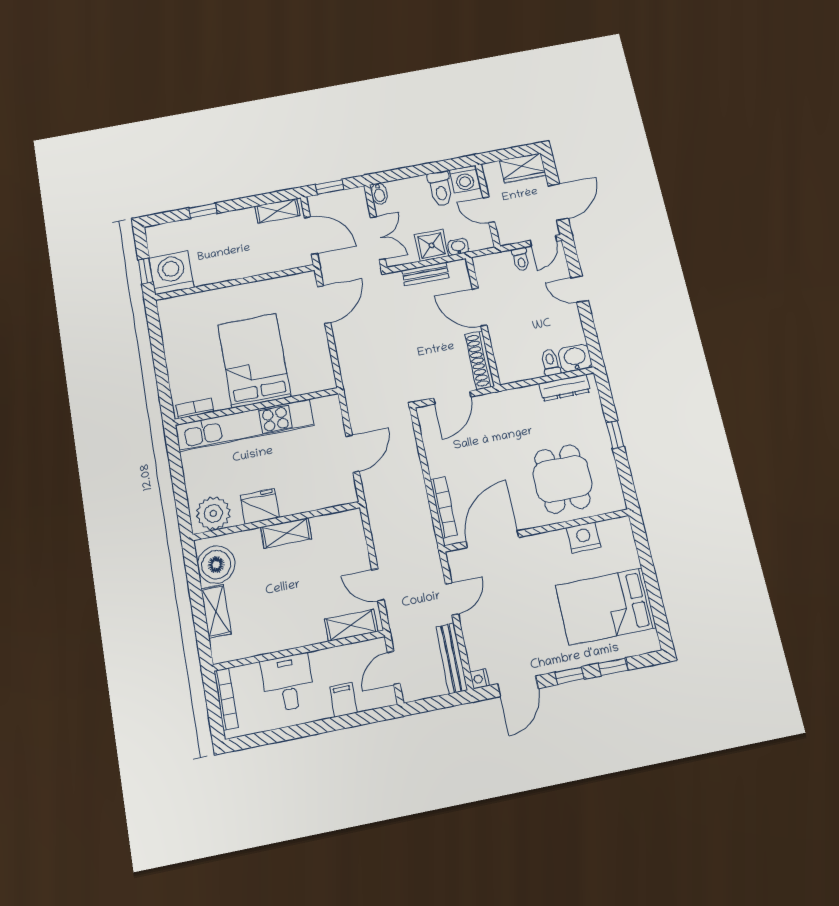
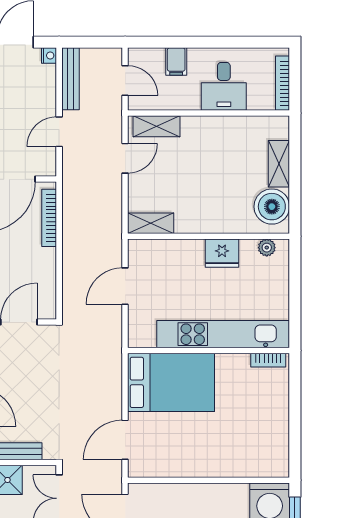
bed: (254, 361) -> (171, 382), moved, turned -90
plant: (213, 513) -> (267, 248), width x0.53, depth x0.53
shelving: (286, 533) -> (151, 223), moved
door: (378, 585) -> (125, 158), hinge flipped
door: (394, 668) -> (125, 81), hinge flipped

